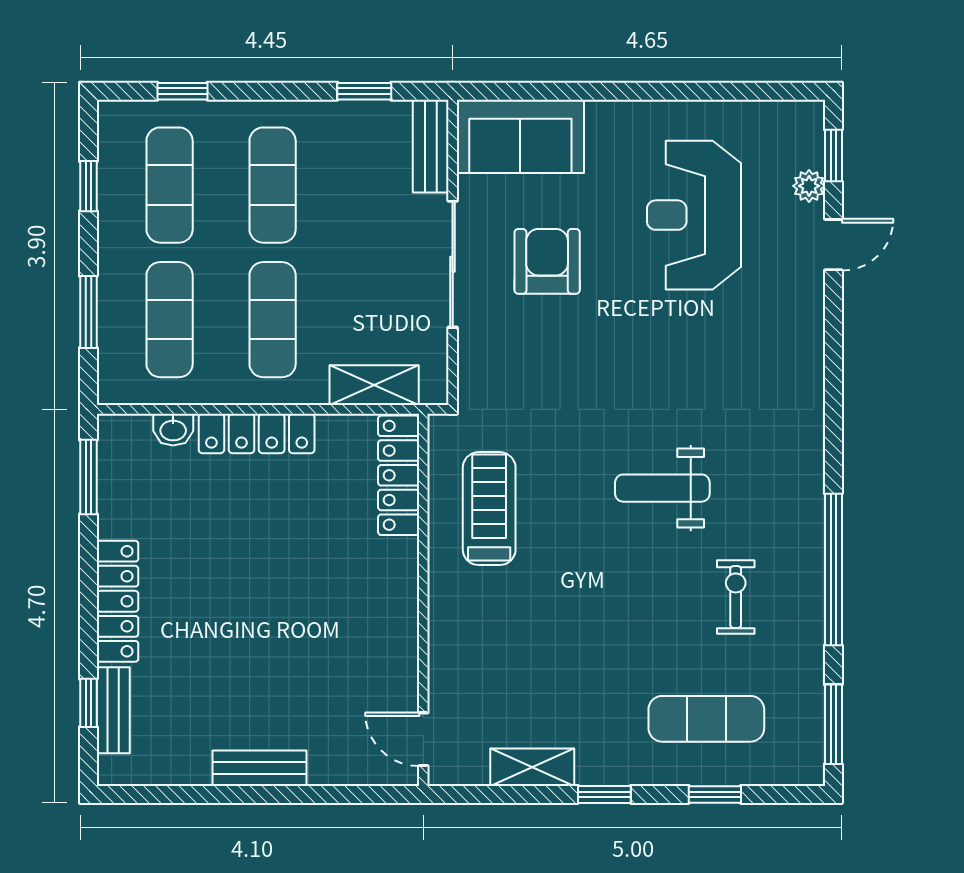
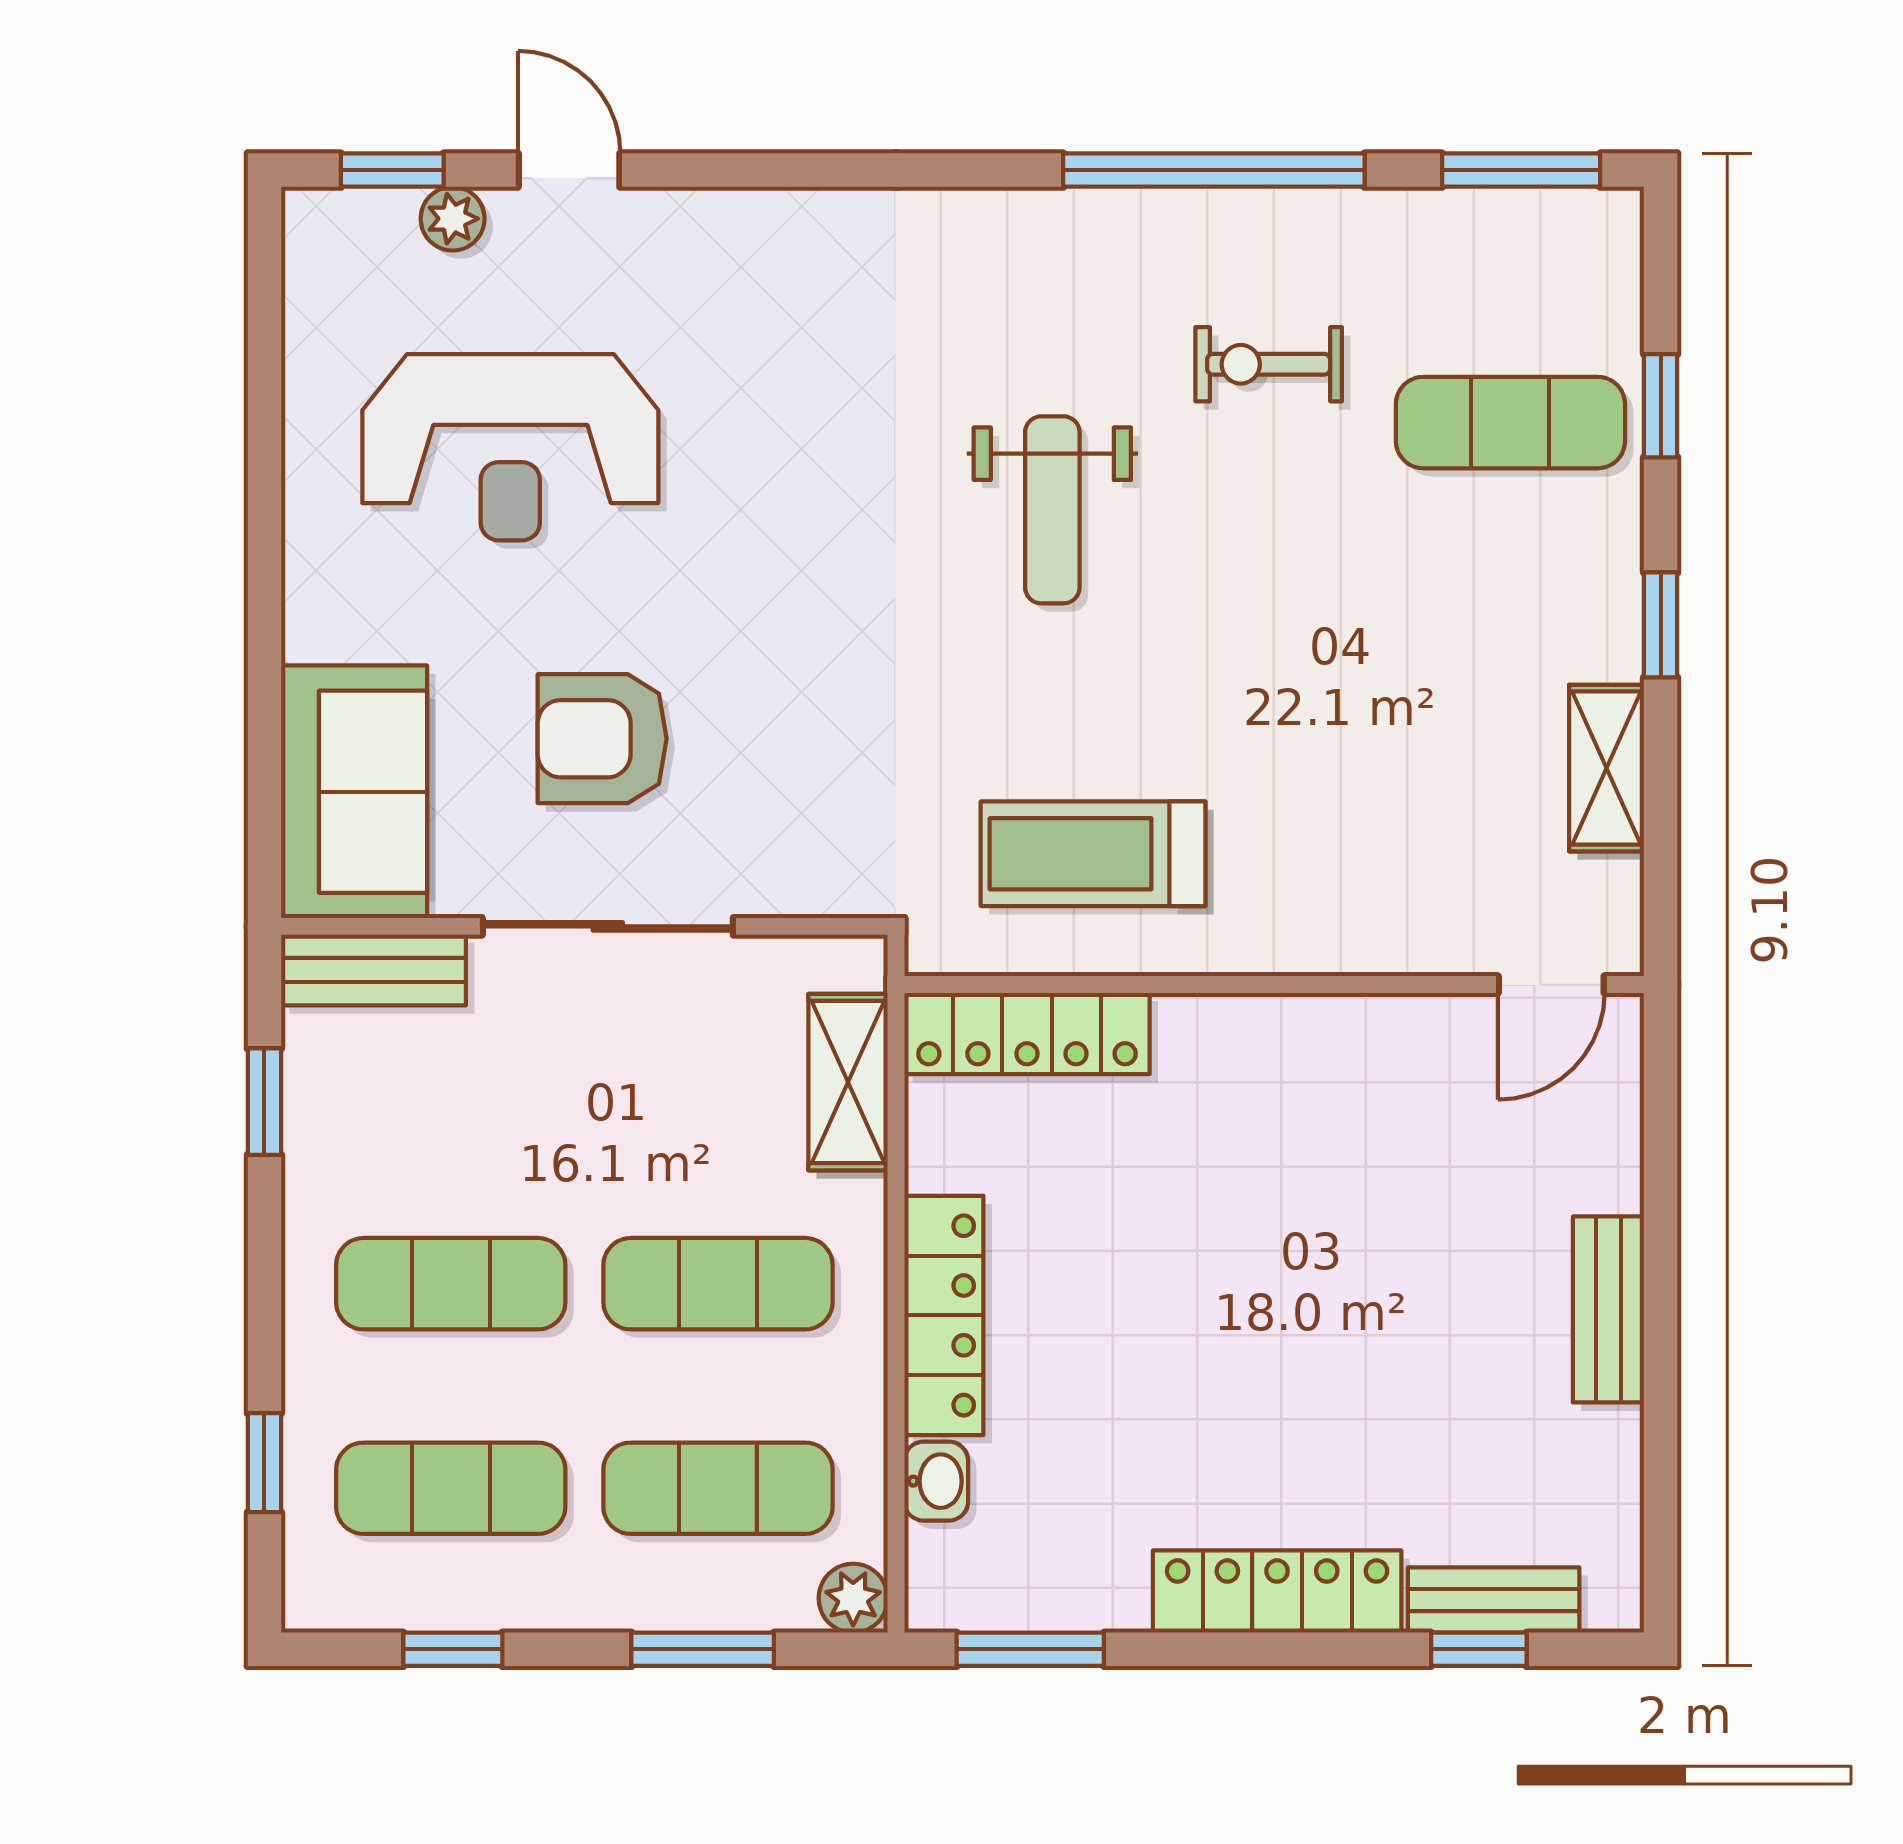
plant: (114, 388) -> (853, 1598), added
exercise mat: (706, 719) -> (1510, 423), turned 90

